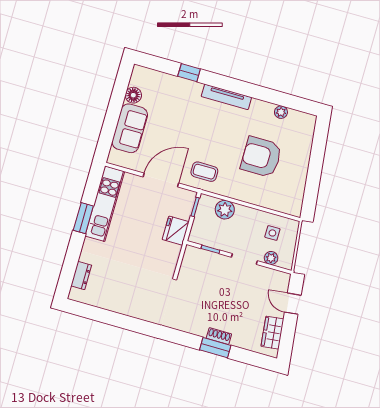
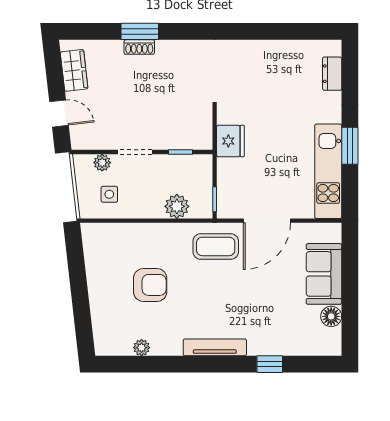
armchair: (261, 157) -> (150, 285), width x0.73, depth x0.73
coffee table: (204, 172) -> (216, 246), width x1.36, depth x1.30
fridge: (176, 231) -> (230, 141), moved

